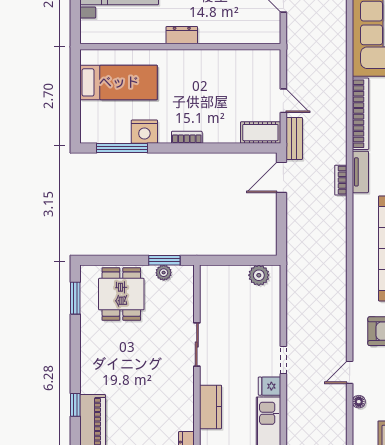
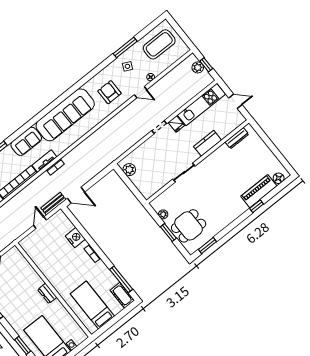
nightstand: (144, 132) -> (75, 238), moved
cot: (260, 133) -> (122, 295), moved
window: (164, 260) -> (168, 233), moved

